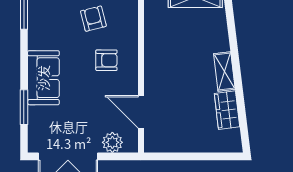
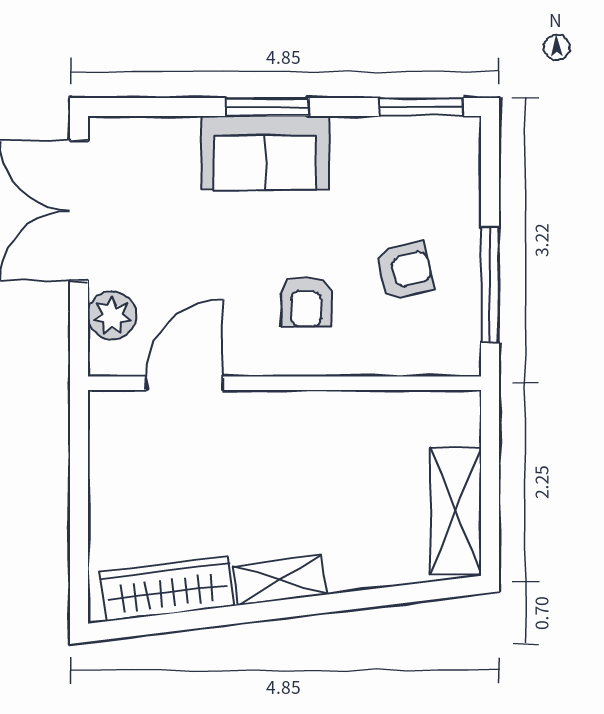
window: (24, 107) -> (267, 107), moved
wardrobe: (227, 110) -> (167, 589), width x1.50

